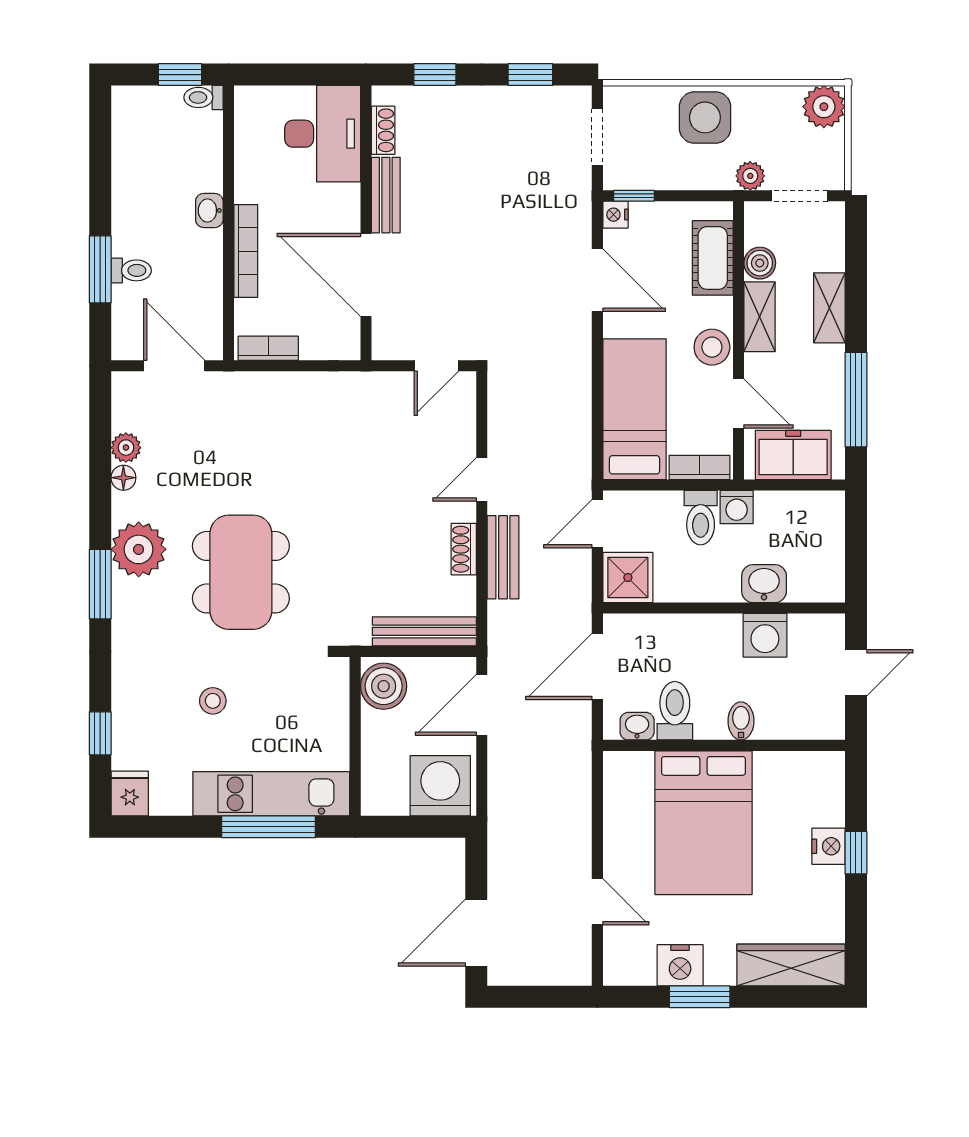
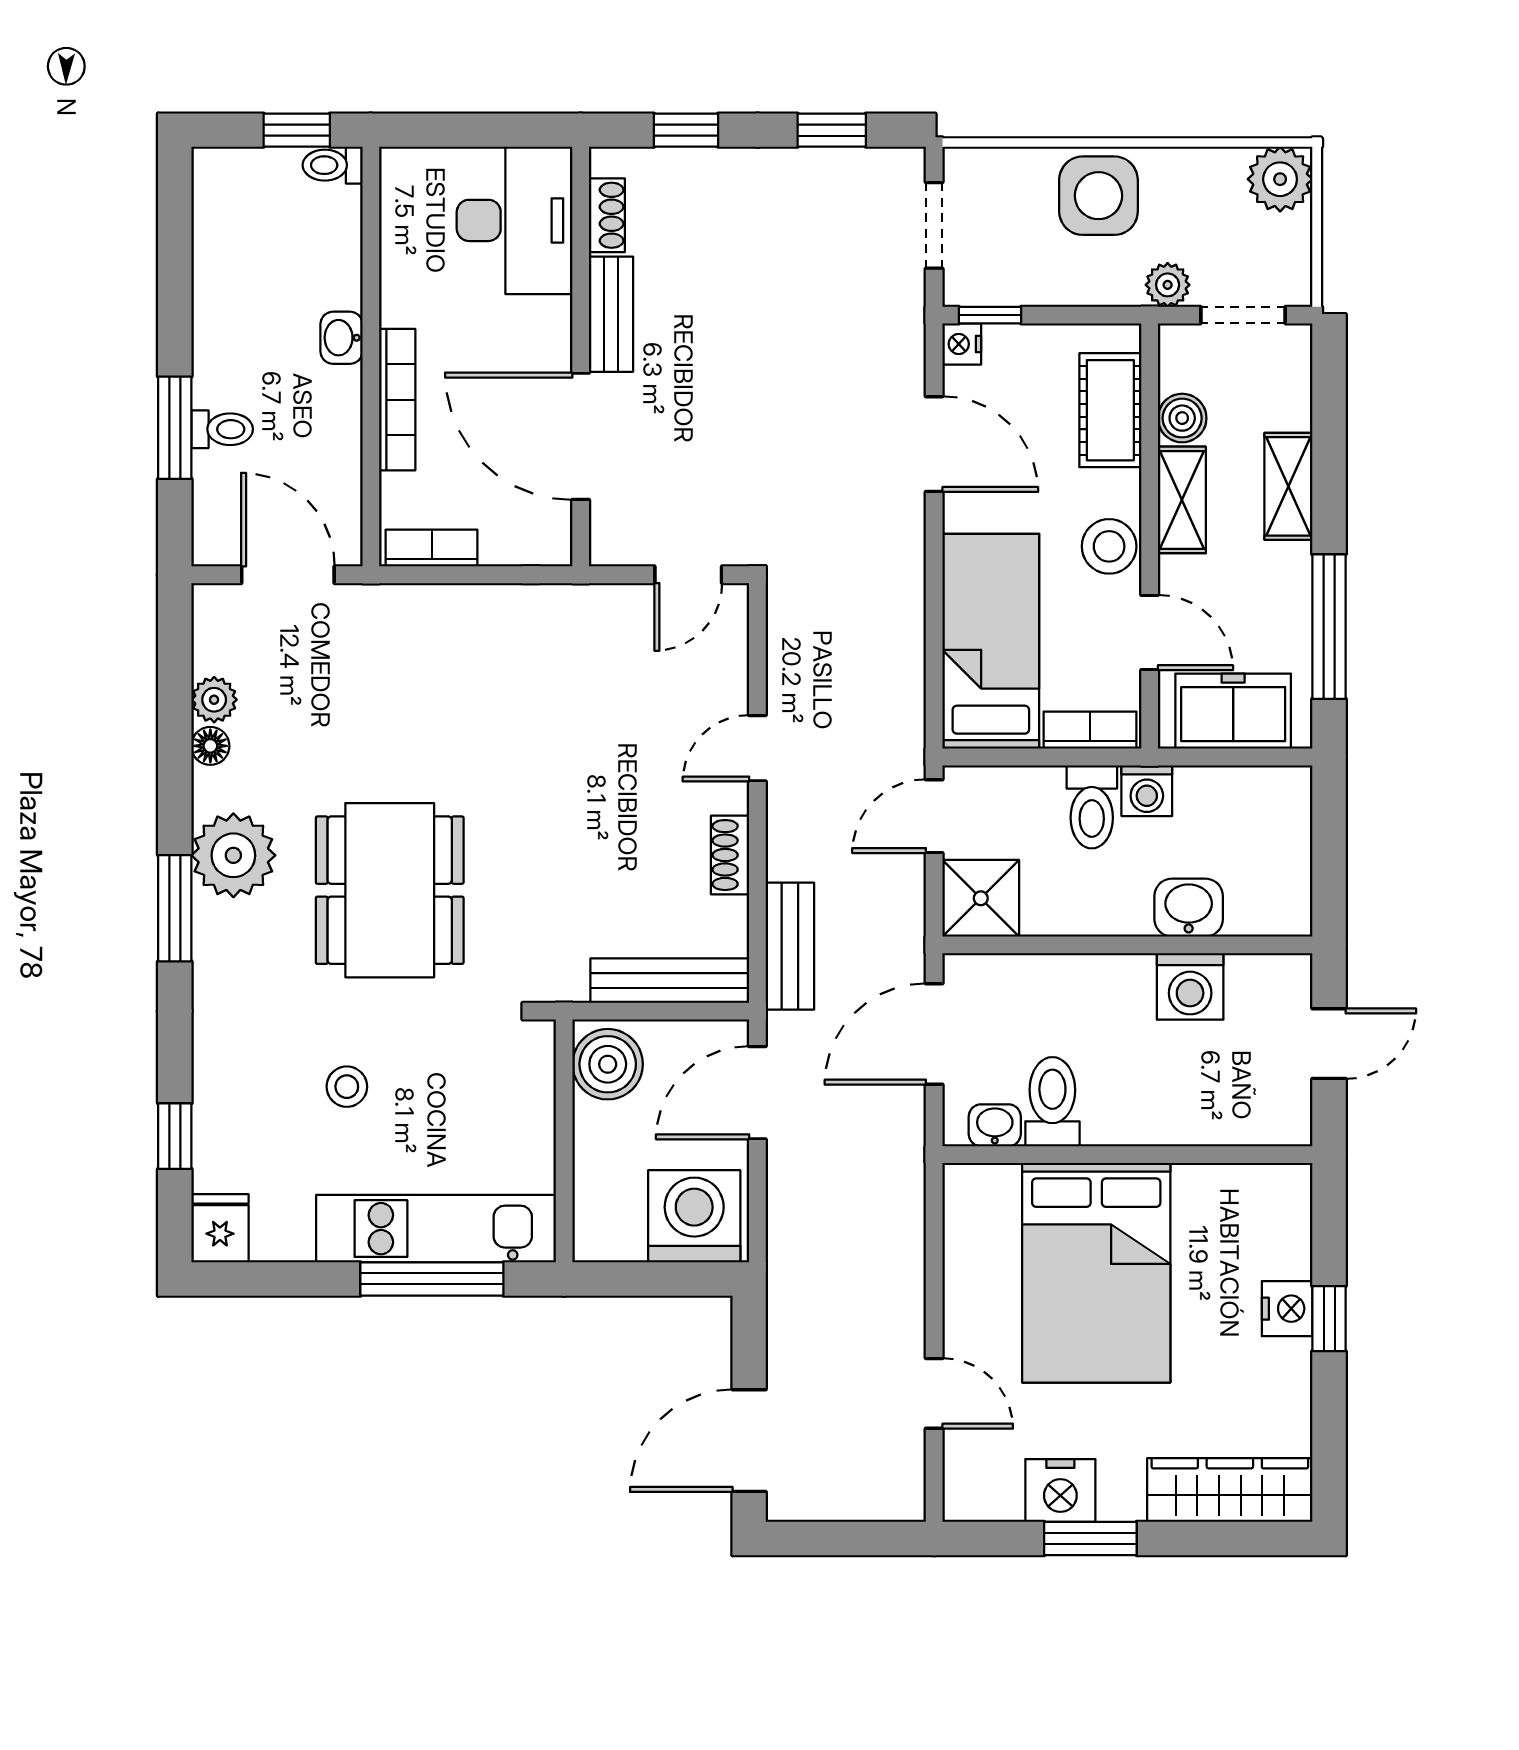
bench: (503, 557) -> (790, 946), moved
bidet: (741, 721) -> (1153, 1117), removed

